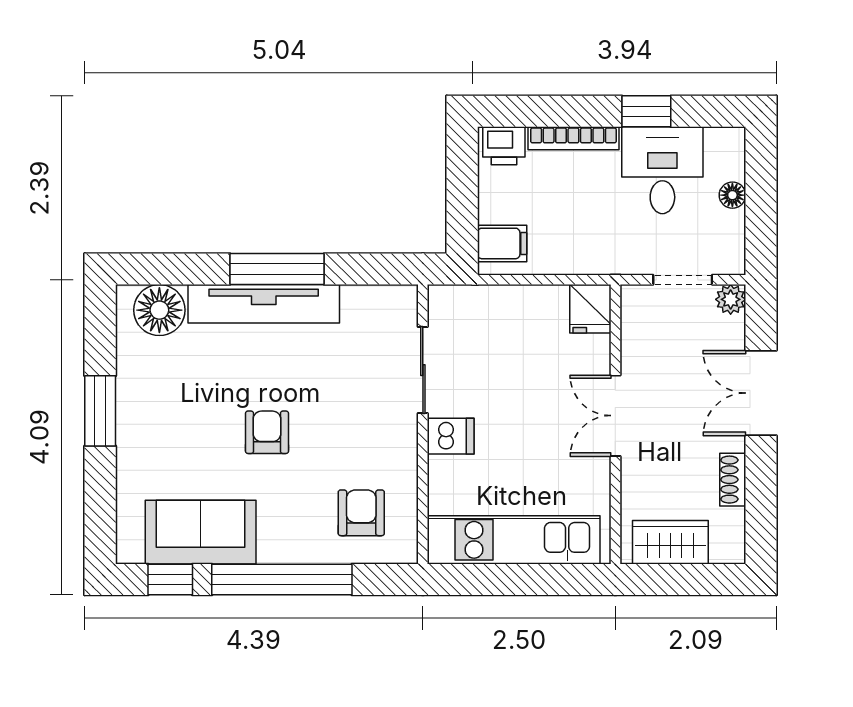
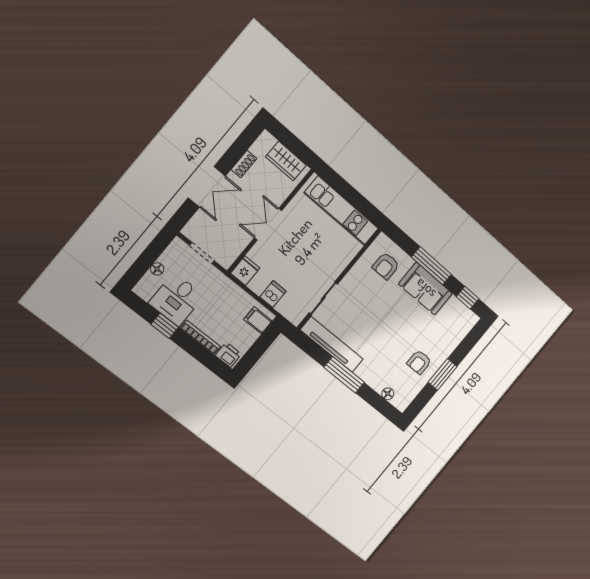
plant: (731, 299) -> (190, 231), removed
tv unit: (264, 304) -> (332, 345), moved
floor lamp: (159, 310) -> (388, 394), width x0.53, depth x0.53
double door: (615, 416) -> (268, 224), swing flipped
armchair: (267, 432) -> (419, 362), moved
dishwasher: (451, 436) -> (273, 294), moved, turned 90
sofa: (201, 532) -> (425, 289), moved
window: (282, 580) -> (431, 266), width x0.68

